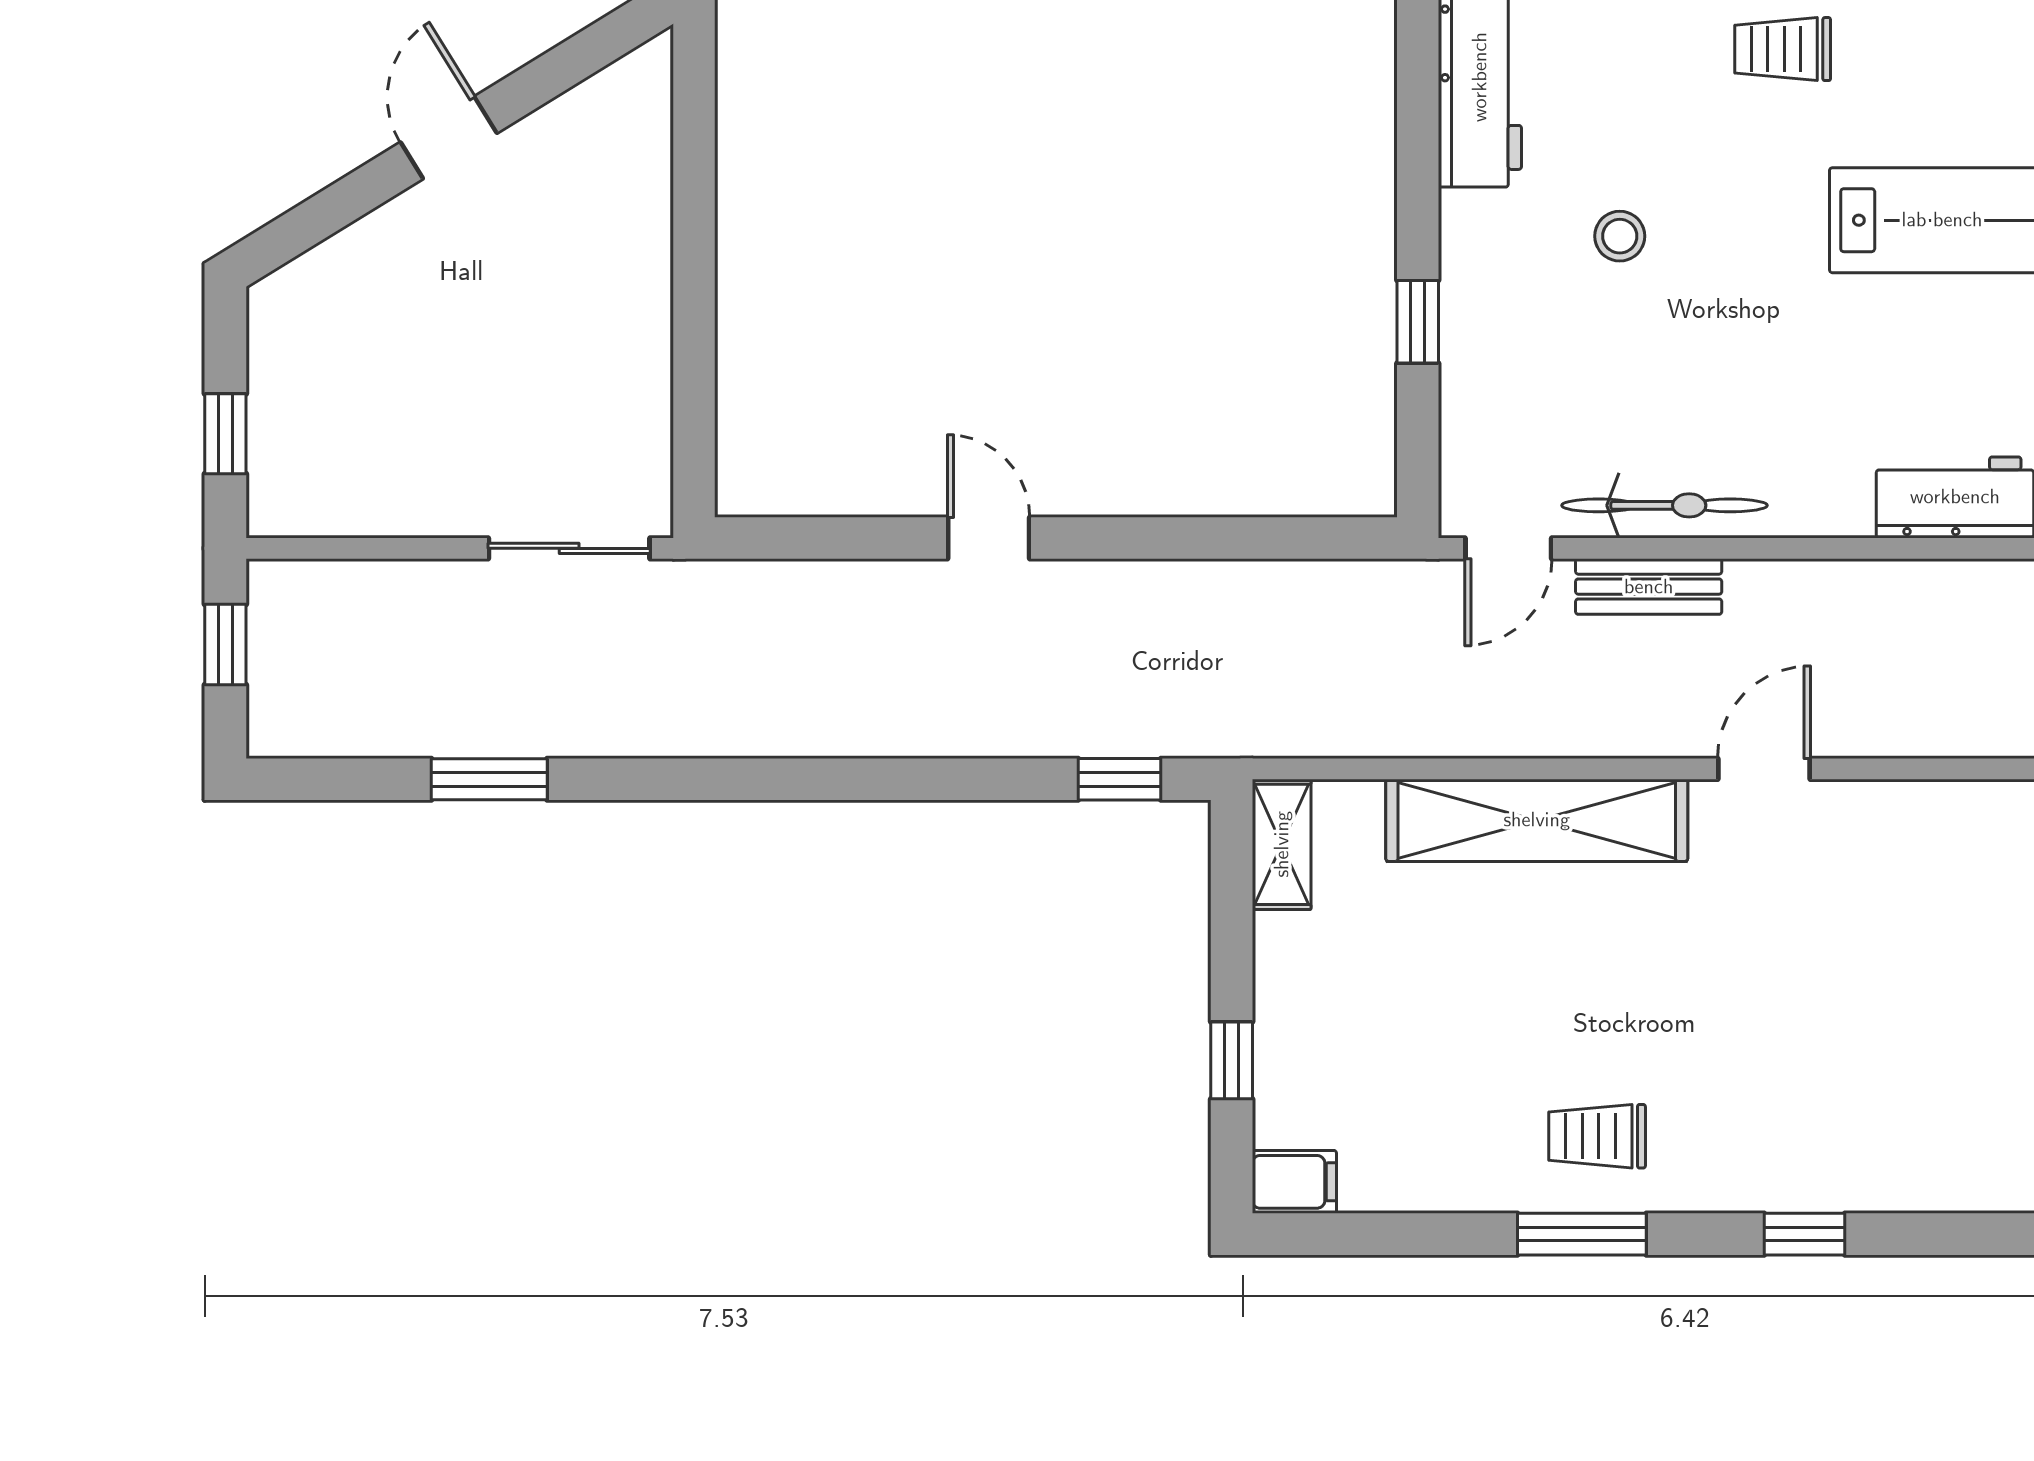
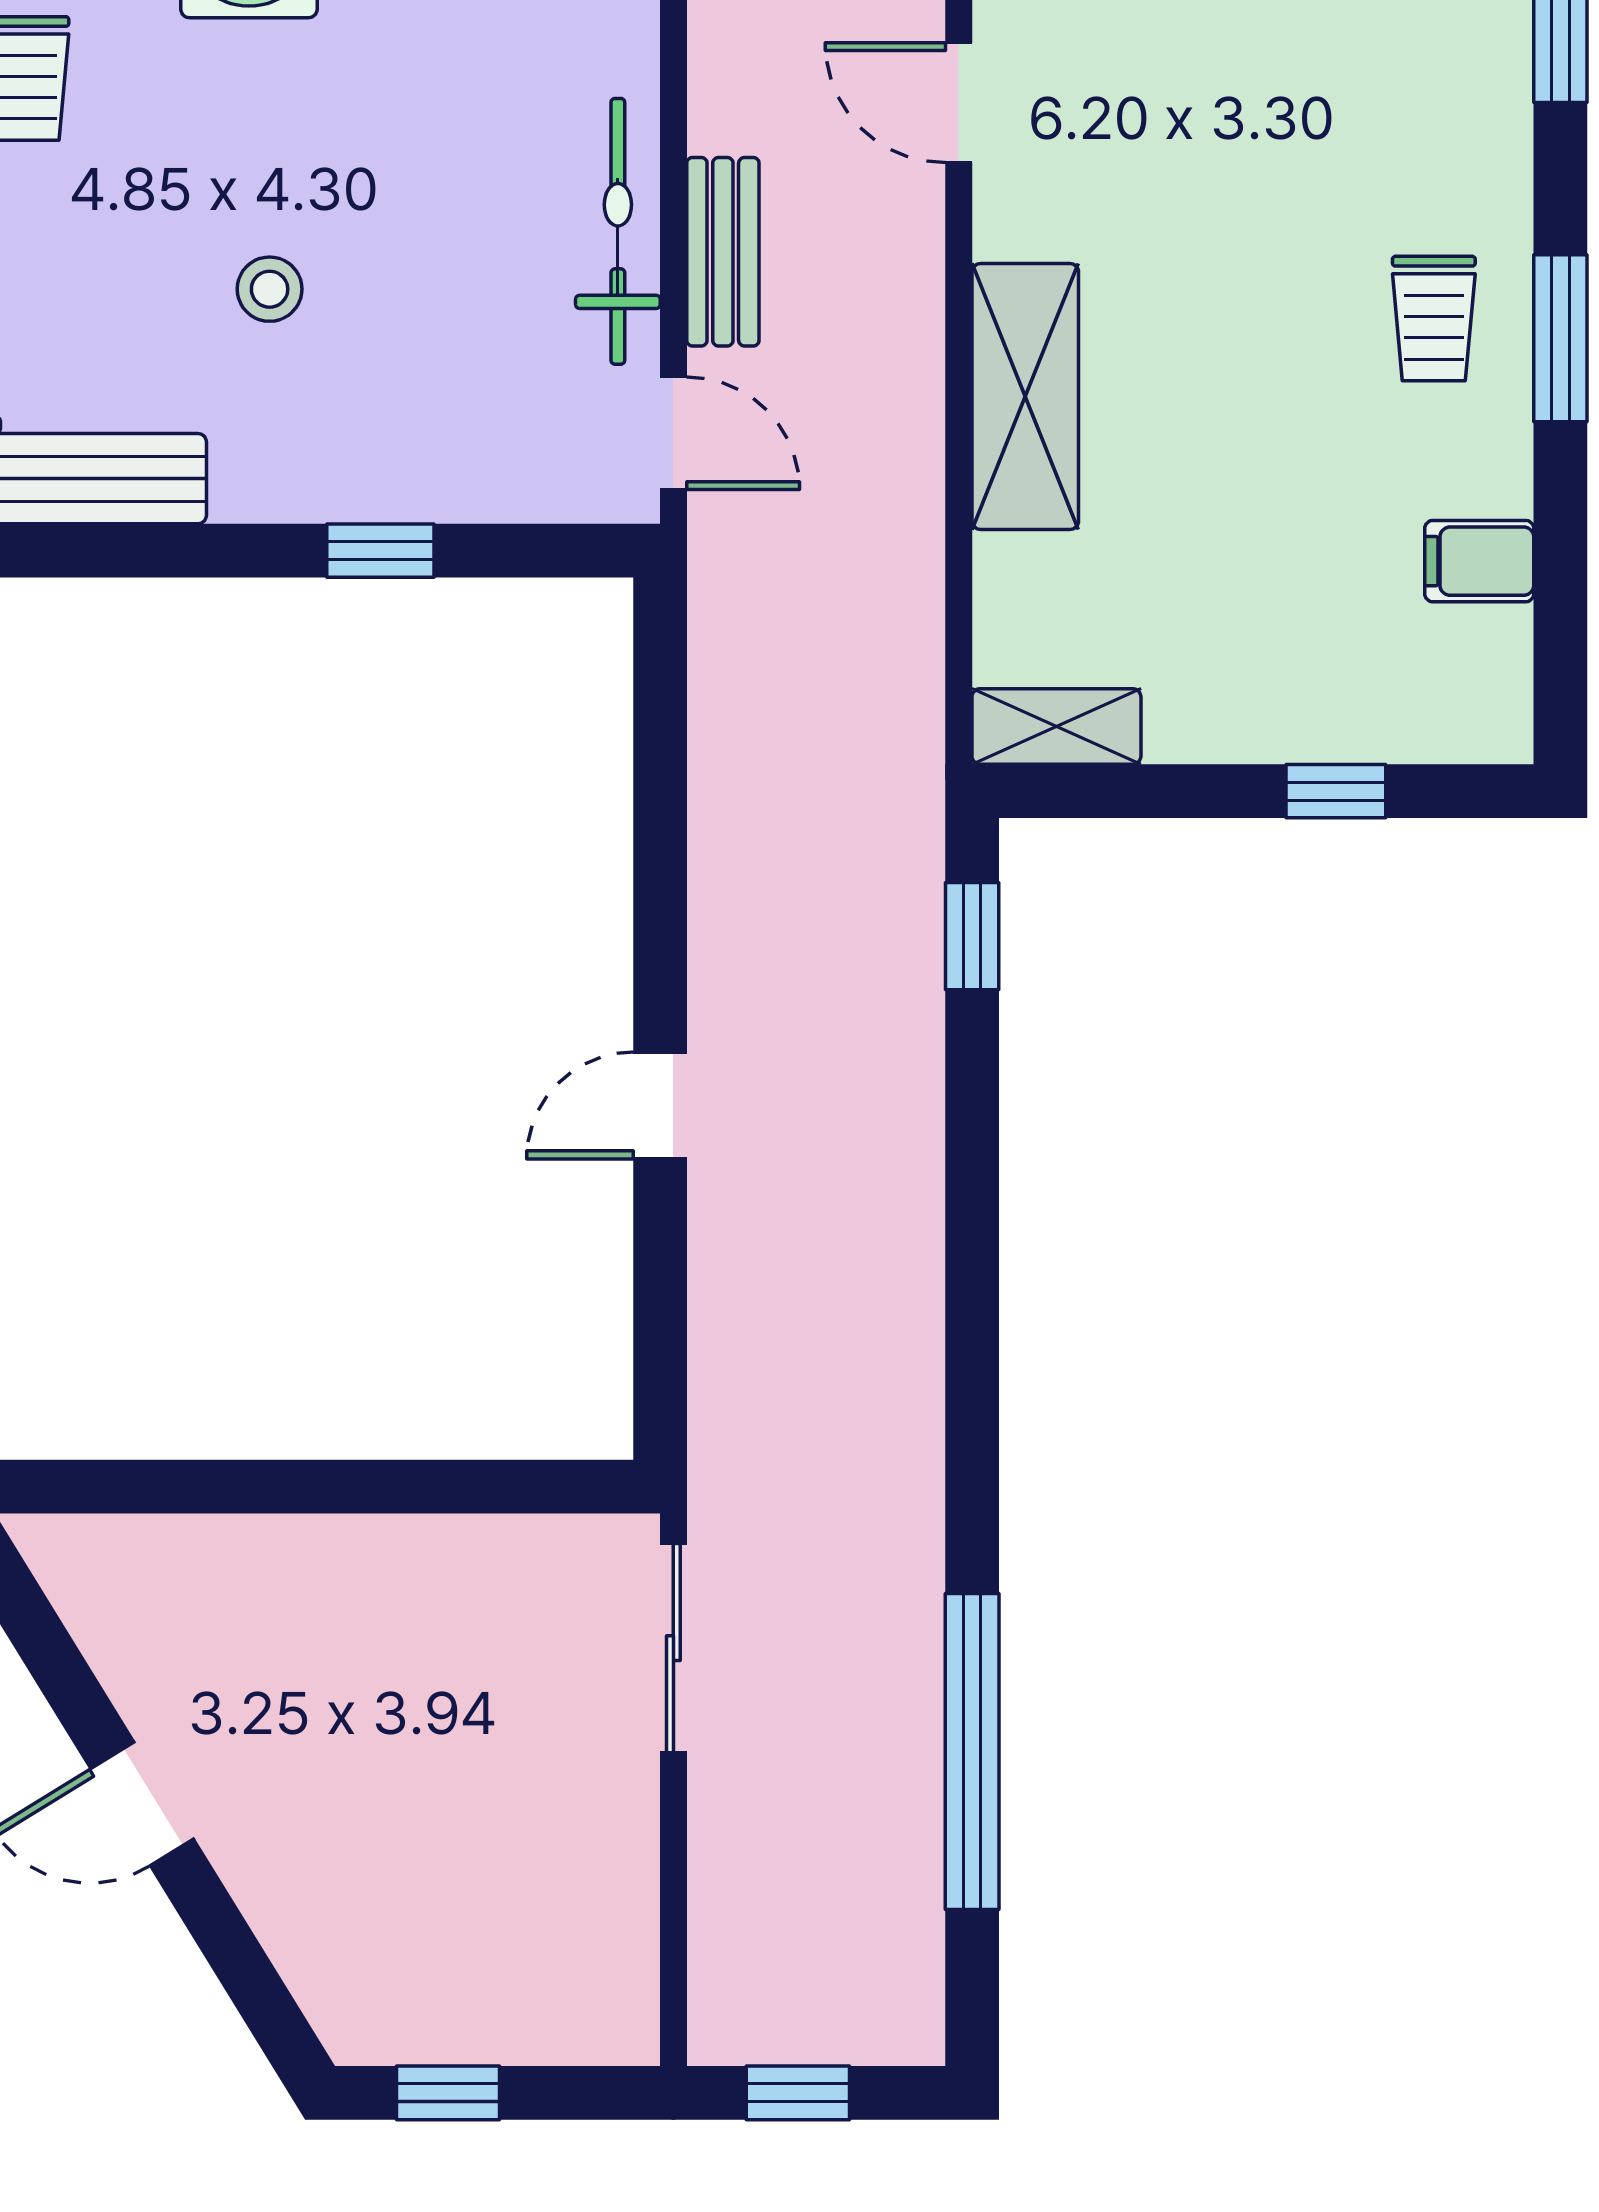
window: (225, 434) -> (448, 2093), moved
window: (489, 779) -> (972, 1751), width x2.11
shelving: (1537, 820) -> (1025, 397), width x0.68
filing cabinet: (1294, 1182) -> (1479, 561), moved, turned -90

